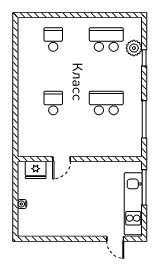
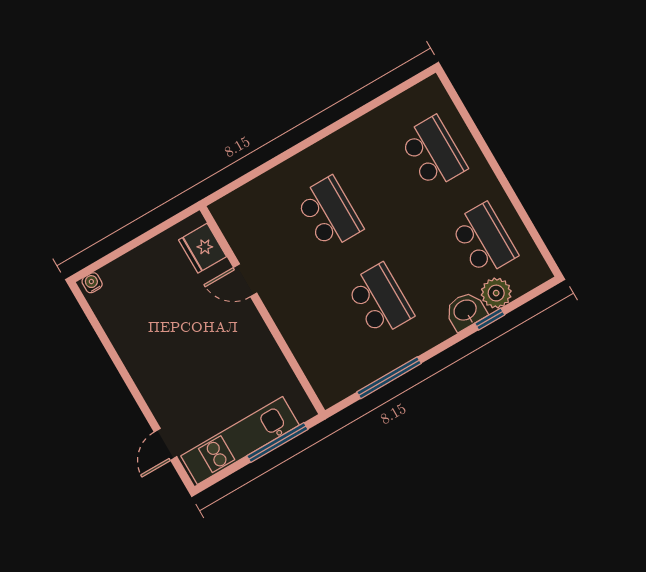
school desk: (53, 39) -> (433, 152), width x1.85
washbasin: (134, 67) -> (466, 311), added
school desk: (53, 103) -> (329, 213), width x1.85
water cooler: (22, 204) -> (92, 283), moved

